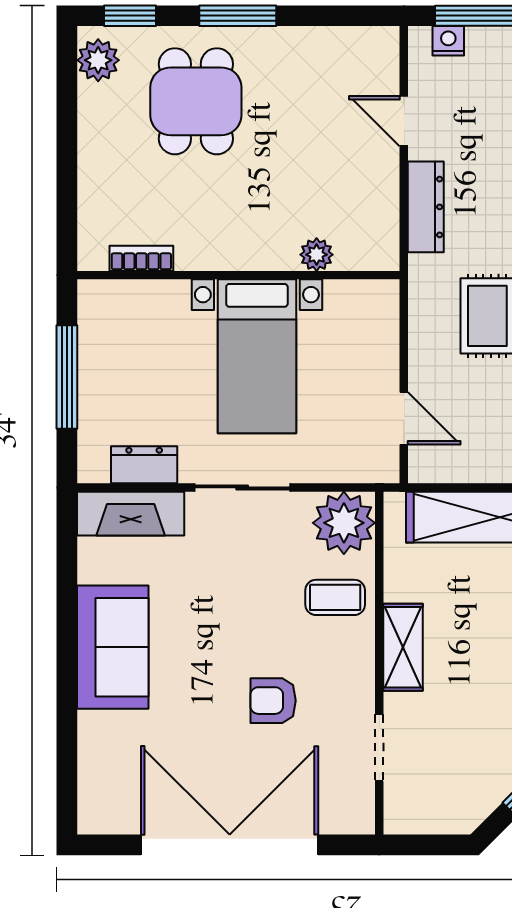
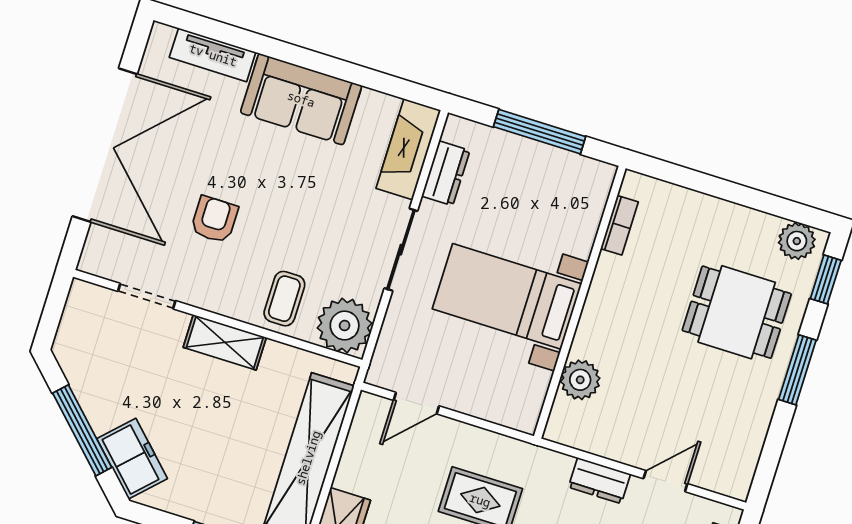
dresser: (426, 207) -> (599, 481), width x0.70
plant: (317, 255) -> (580, 380), width x1.38, depth x1.38
tv unit: (95, 758) -> (213, 55), added

